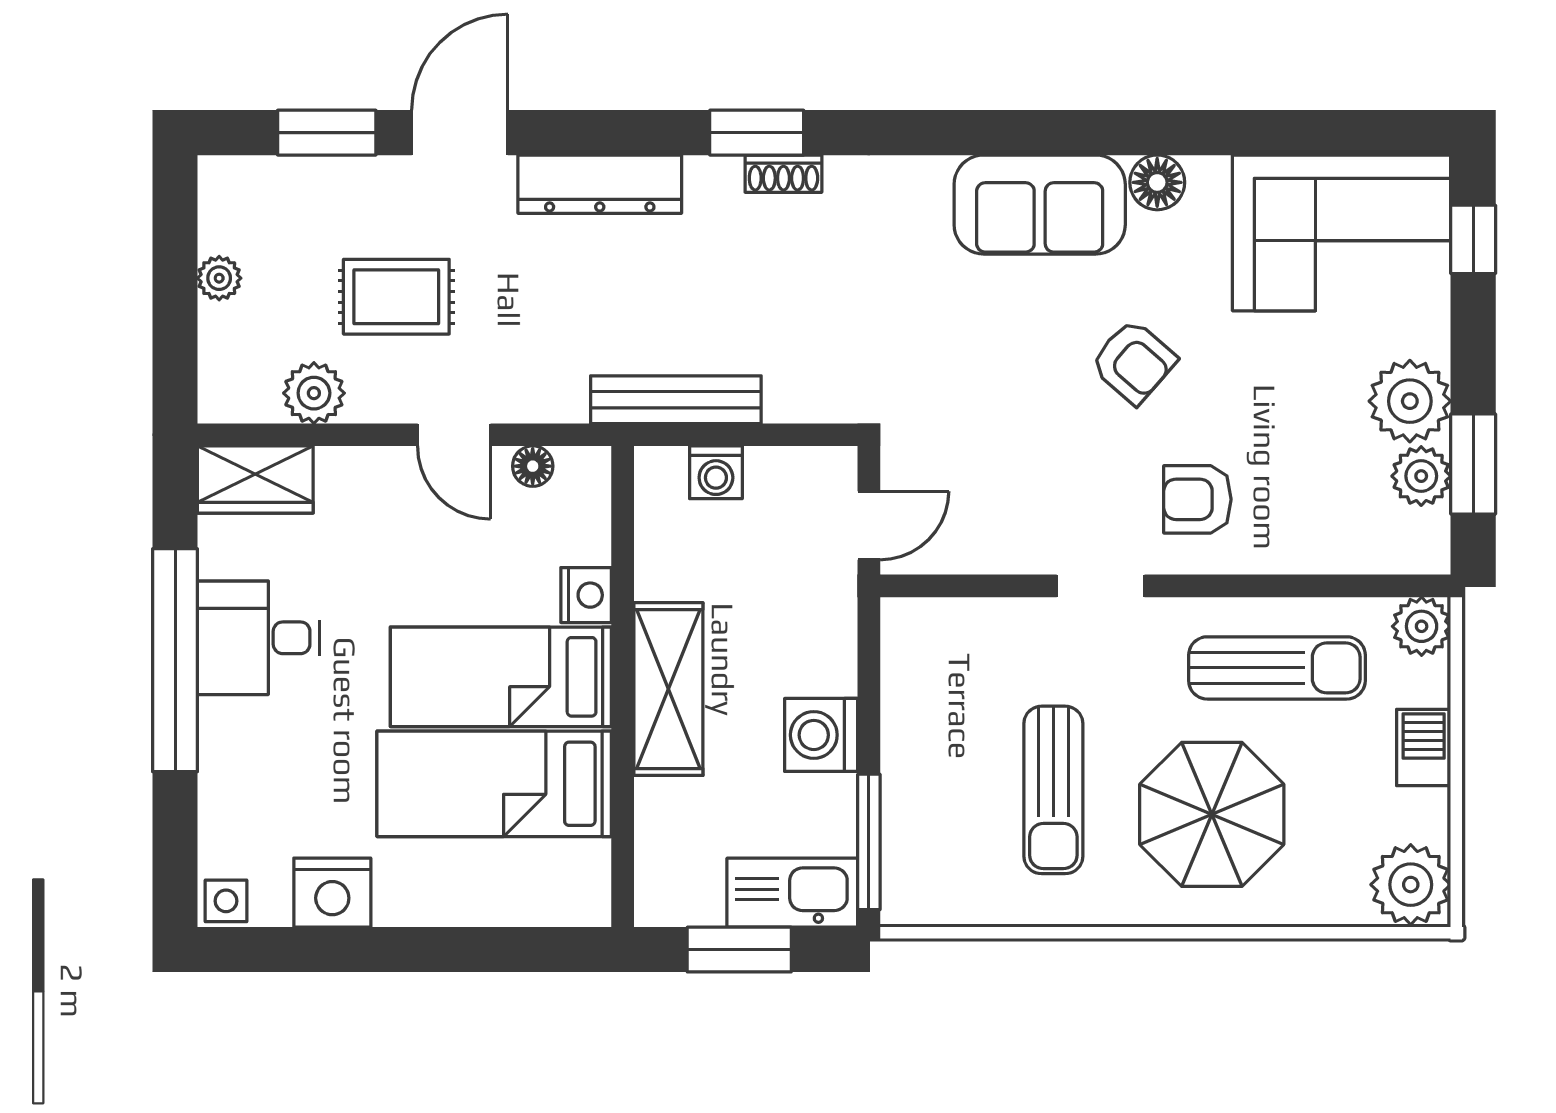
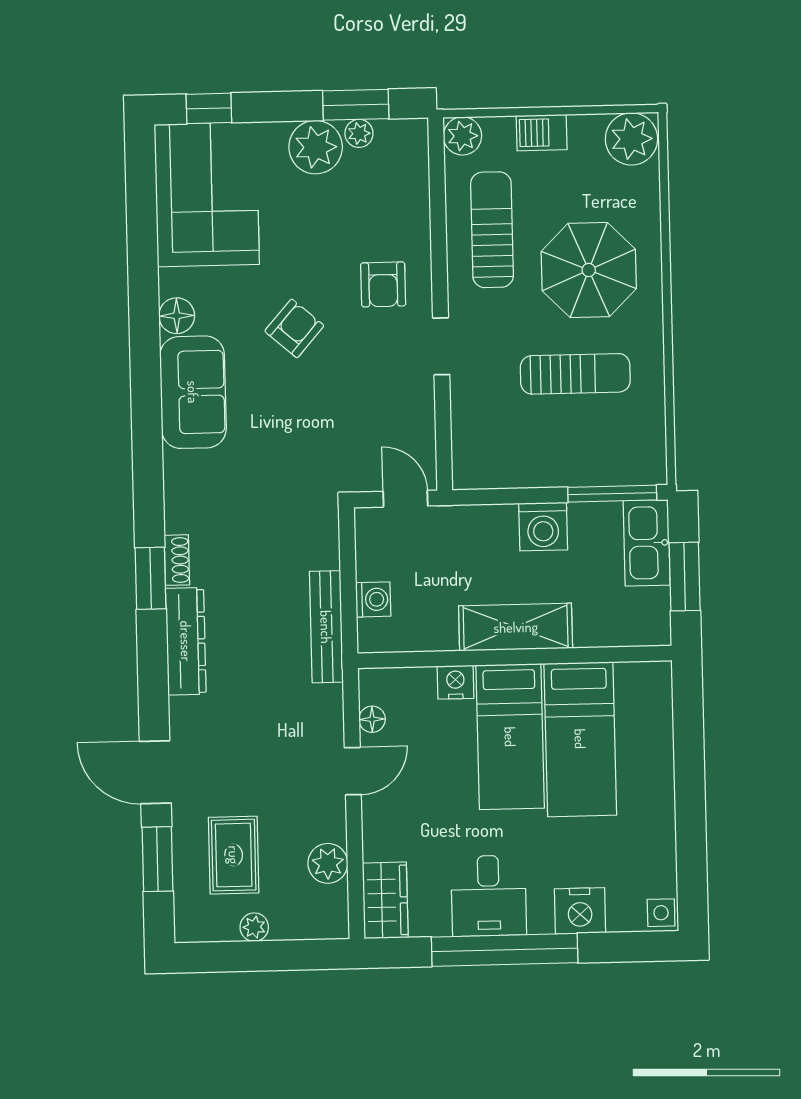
dresser: (600, 184) -> (186, 641), moved
rug: (396, 297) -> (234, 855), moved
plant: (1421, 476) -> (359, 133), width x0.73, depth x0.73
nightstand: (332, 893) -> (580, 911), moved, turned 90

